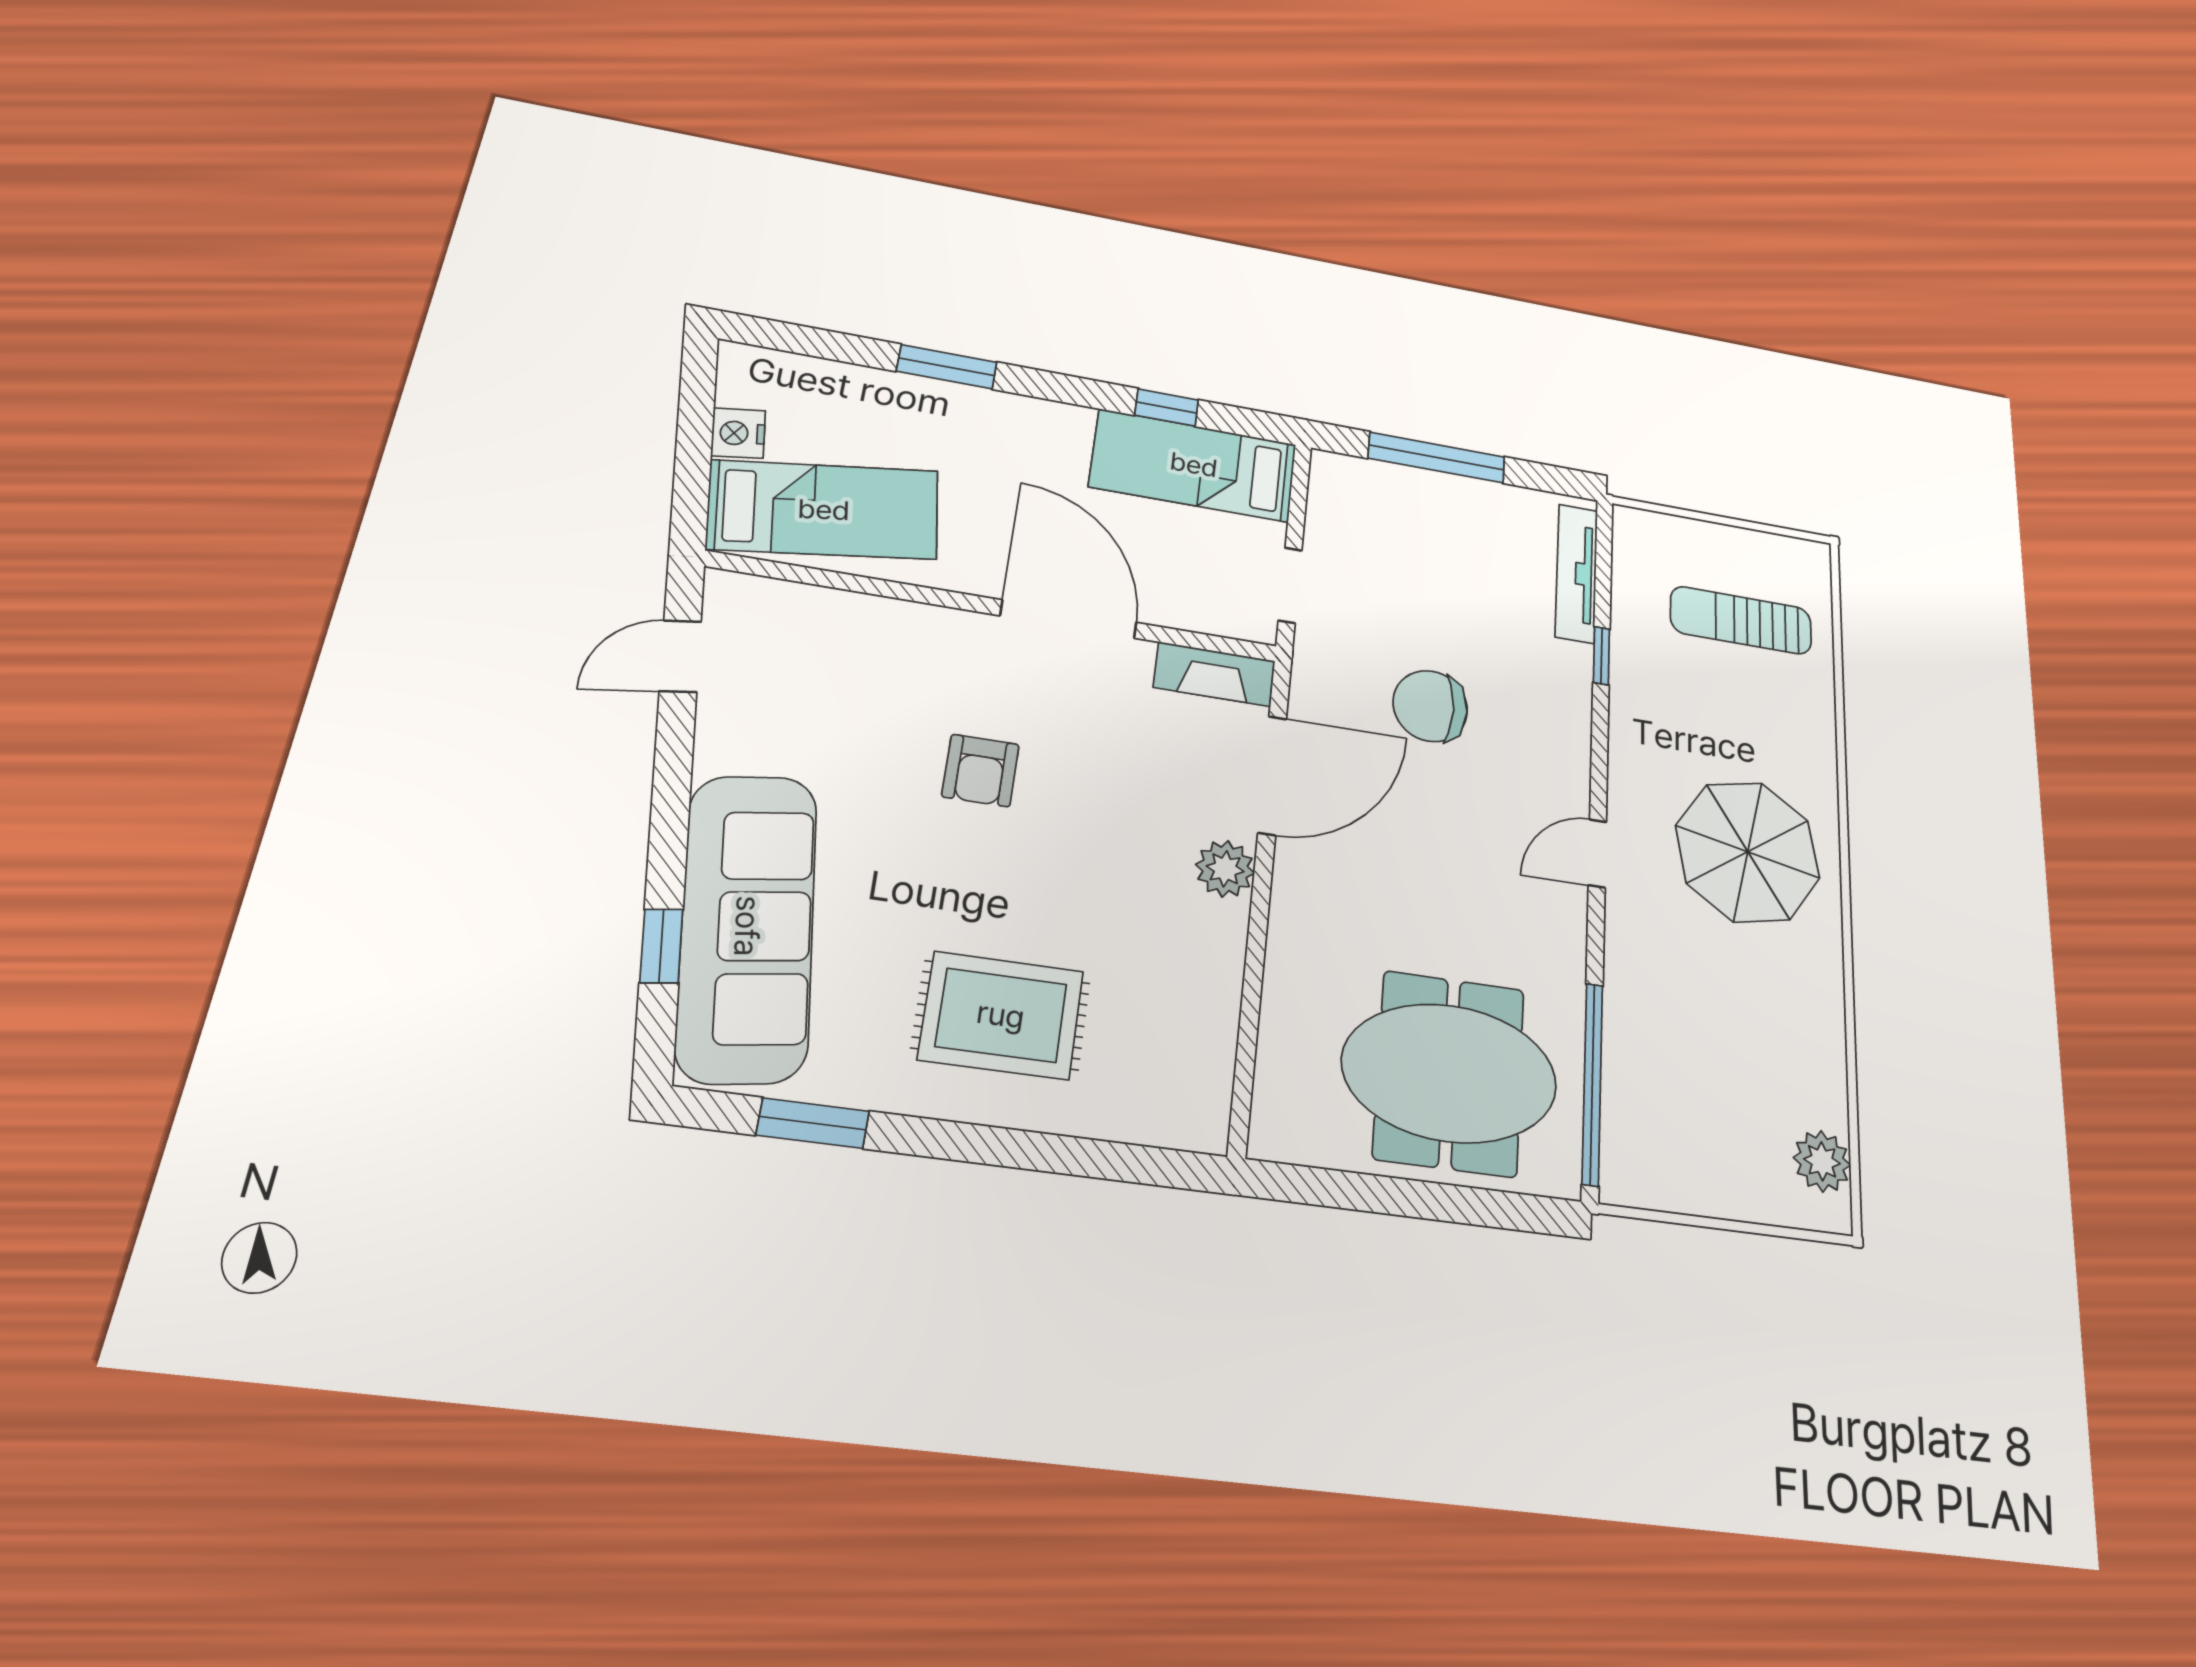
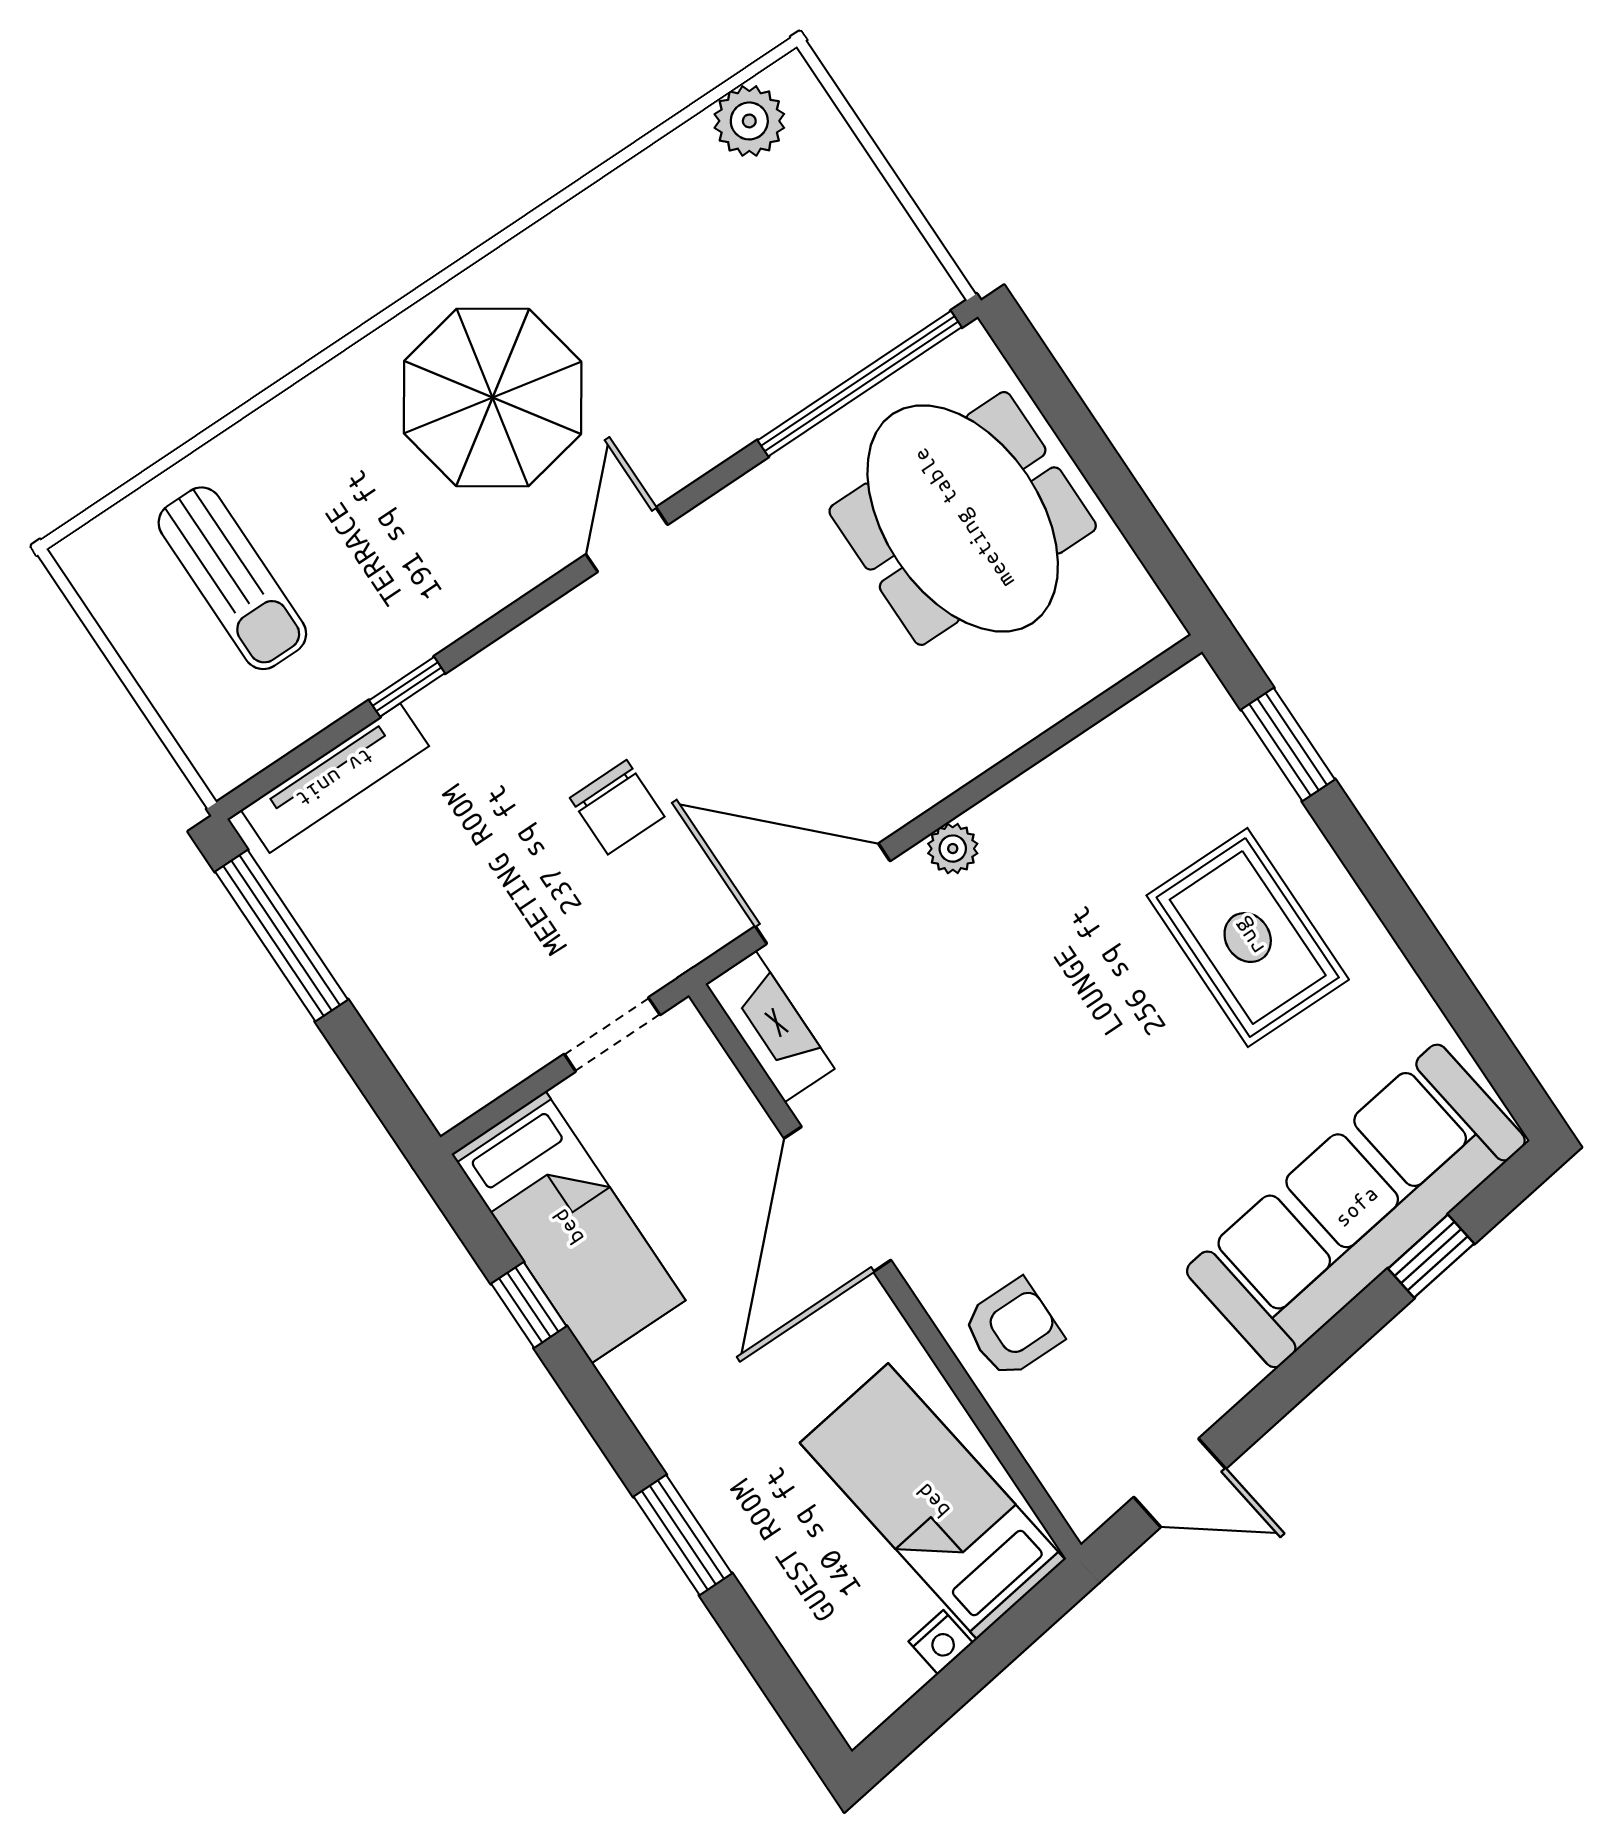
nightstand: (738, 433) -> (941, 1642), width x0.72, depth x0.74
window: (1437, 458) -> (282, 936), moved
chair: (1430, 706) -> (617, 807), width x0.73, depth x0.73
armchair: (980, 770) -> (1012, 1328), moved
door: (1597, 853) -> (627, 540), swing flipped
plant: (1225, 869) -> (953, 849), width x0.73, depth x0.73
window: (813, 1123) -> (1288, 744), moved

